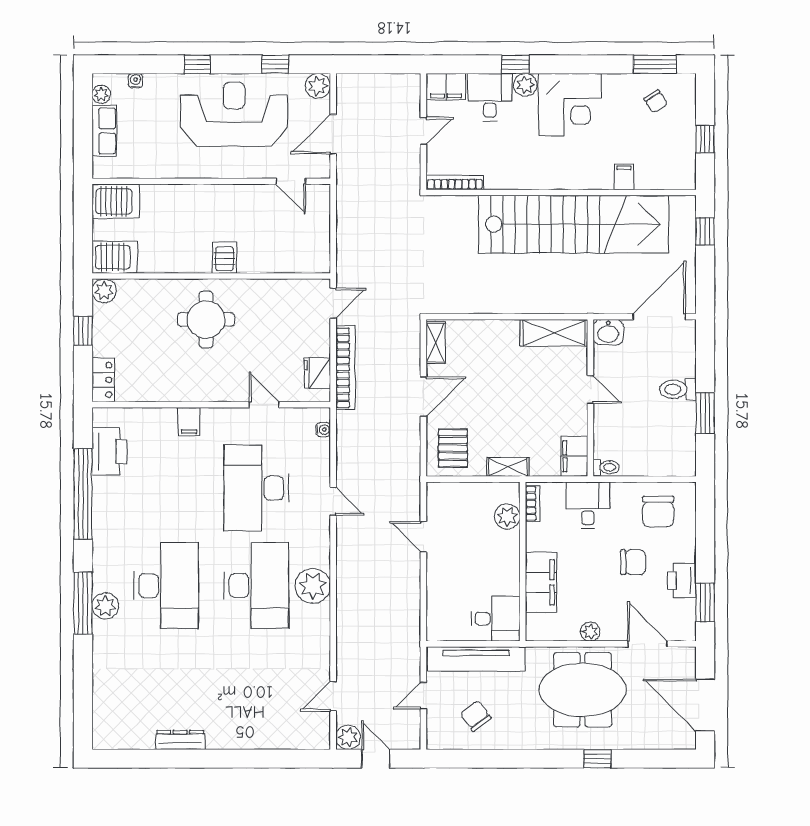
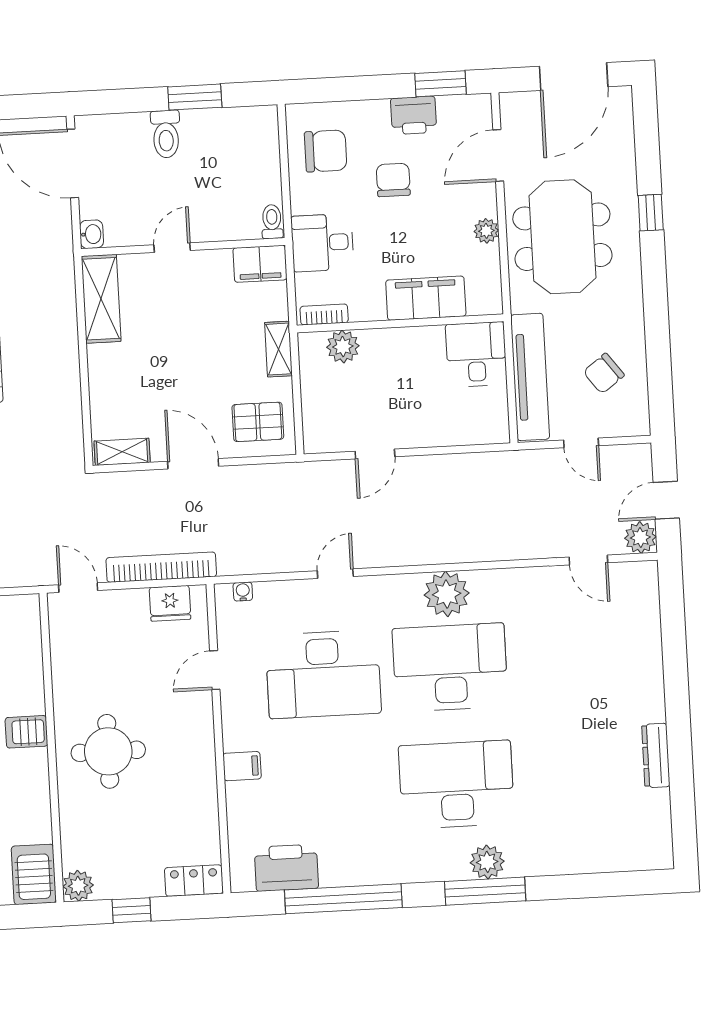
washbasin: (608, 332) -> (92, 234), width x0.72, depth x0.69

